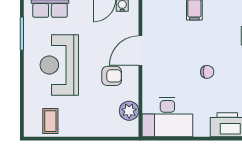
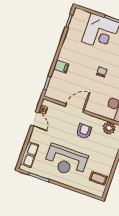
door: (140, 51) -> (75, 108), swing flipped

